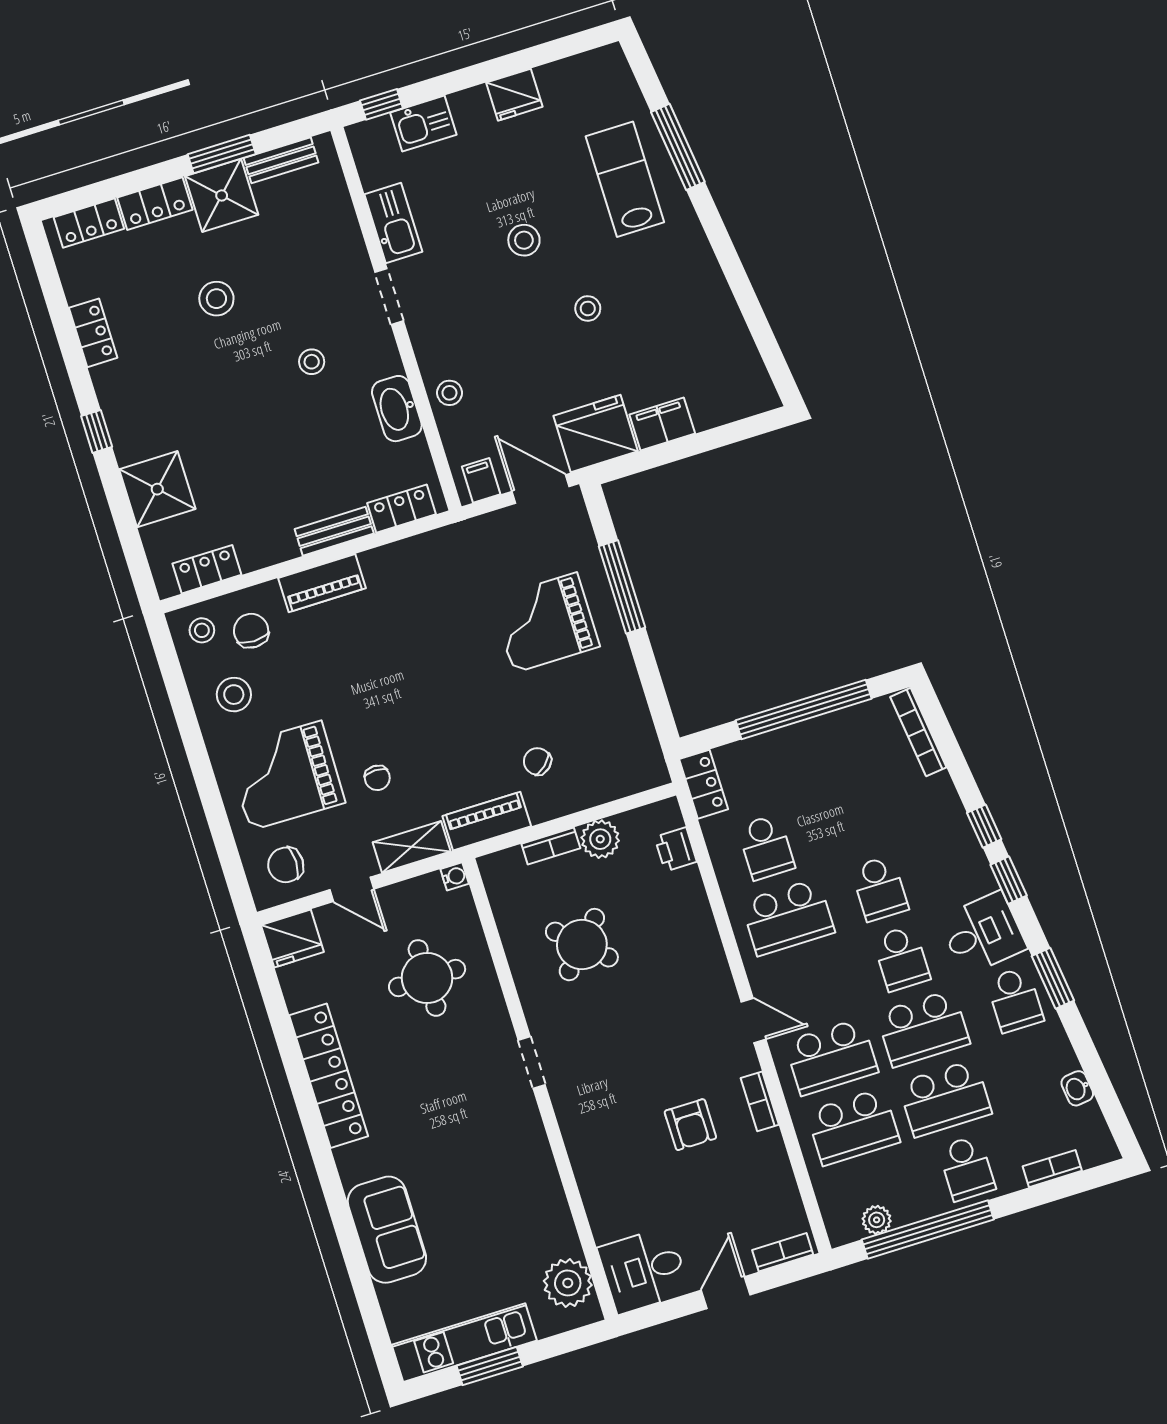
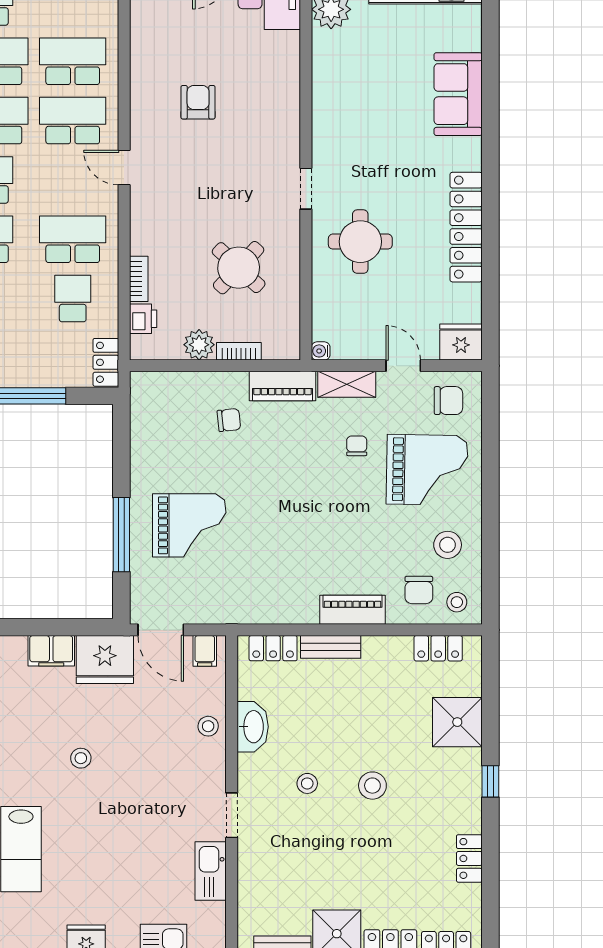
stool: (524, 240) -> (114, 826), removed
stool: (216, 299) -> (372, 786), moved
chair: (537, 761) -> (229, 420), turned -54
round table: (427, 978) -> (360, 242), moved
bookcase: (760, 1101) -> (139, 279), moved

